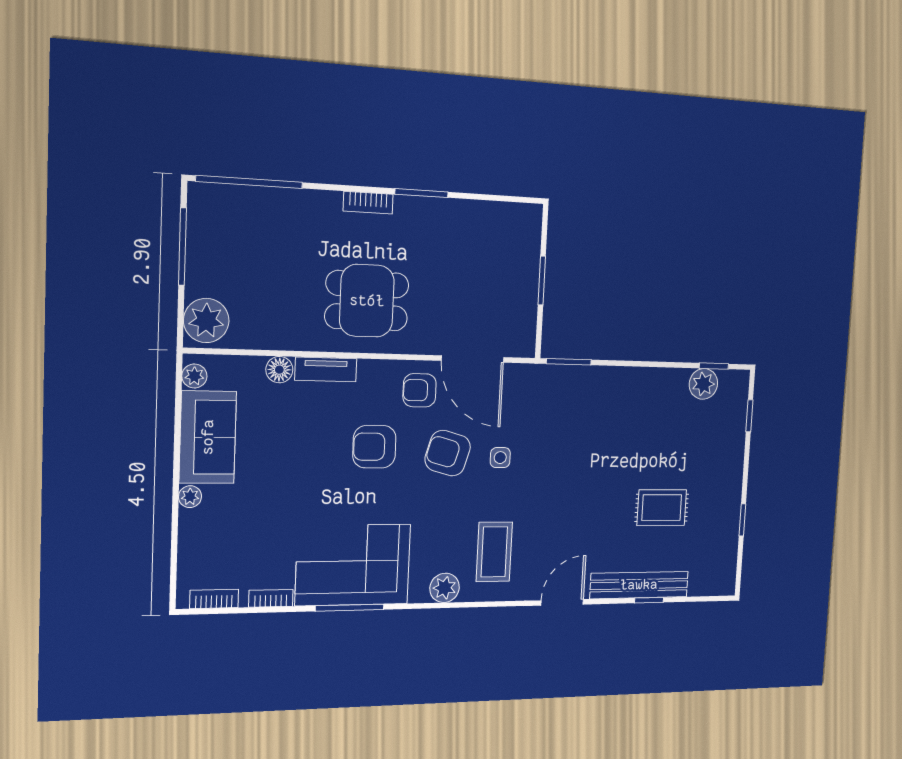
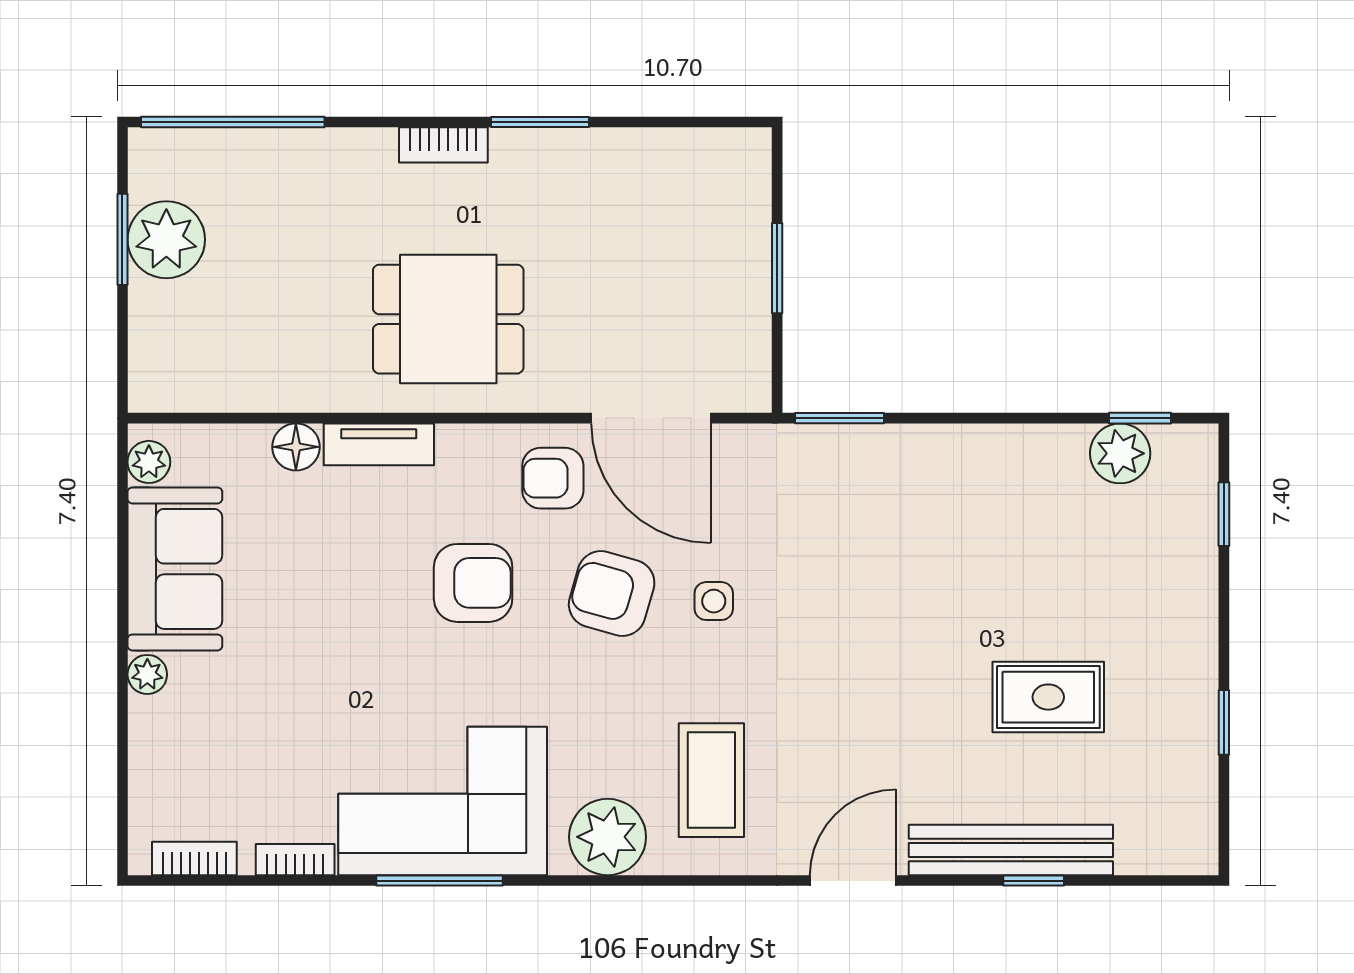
window: (182, 247) -> (122, 239), width x0.69
plant: (206, 320) -> (166, 240), moved
armchair: (374, 447) -> (473, 583), turned 180
plant: (445, 588) -> (608, 837), width x1.36, depth x1.36

